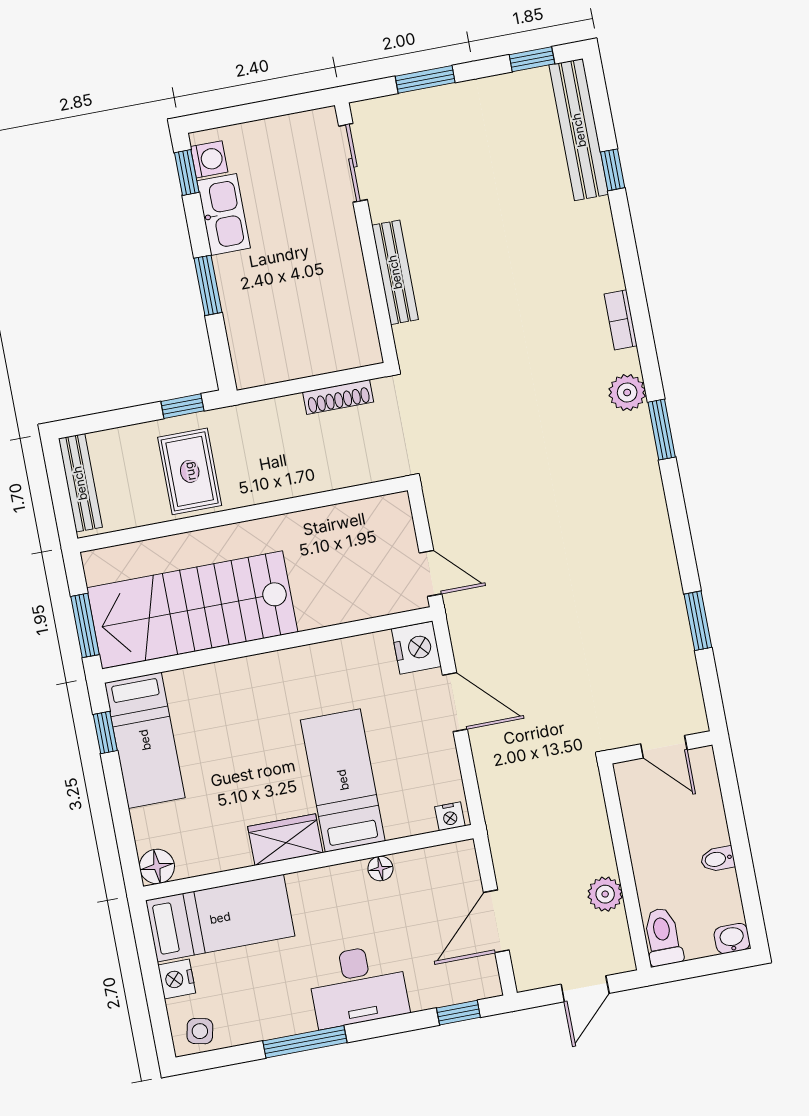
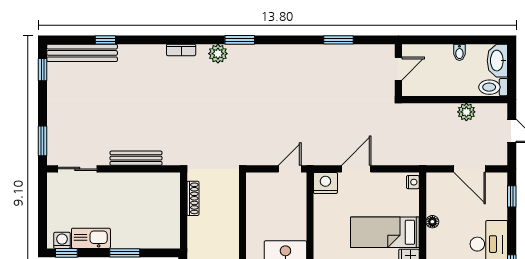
window: (425, 79) -> (42, 141), moved
washbasin: (732, 938) -> (497, 61), width x1.91, depth x1.45

